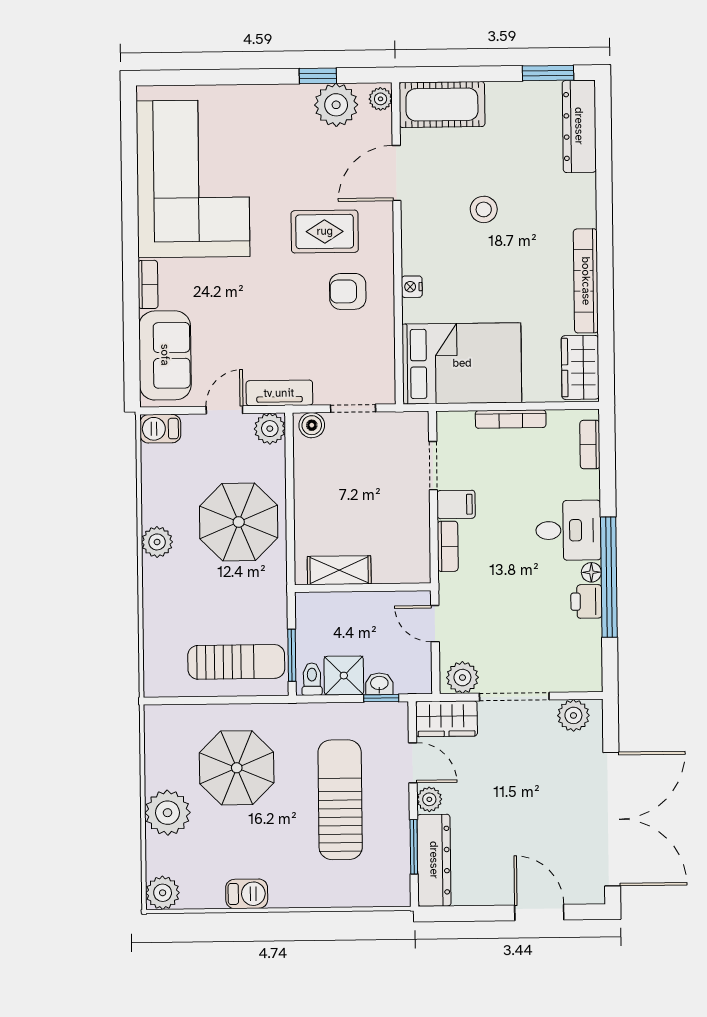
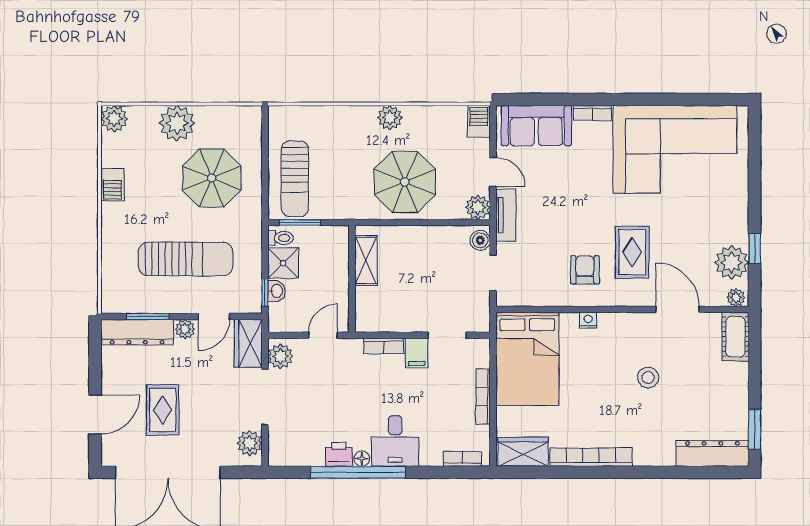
cot: (442, 105) -> (735, 337), width x0.73, depth x0.75
rug: (532, 827) -> (163, 410), added

